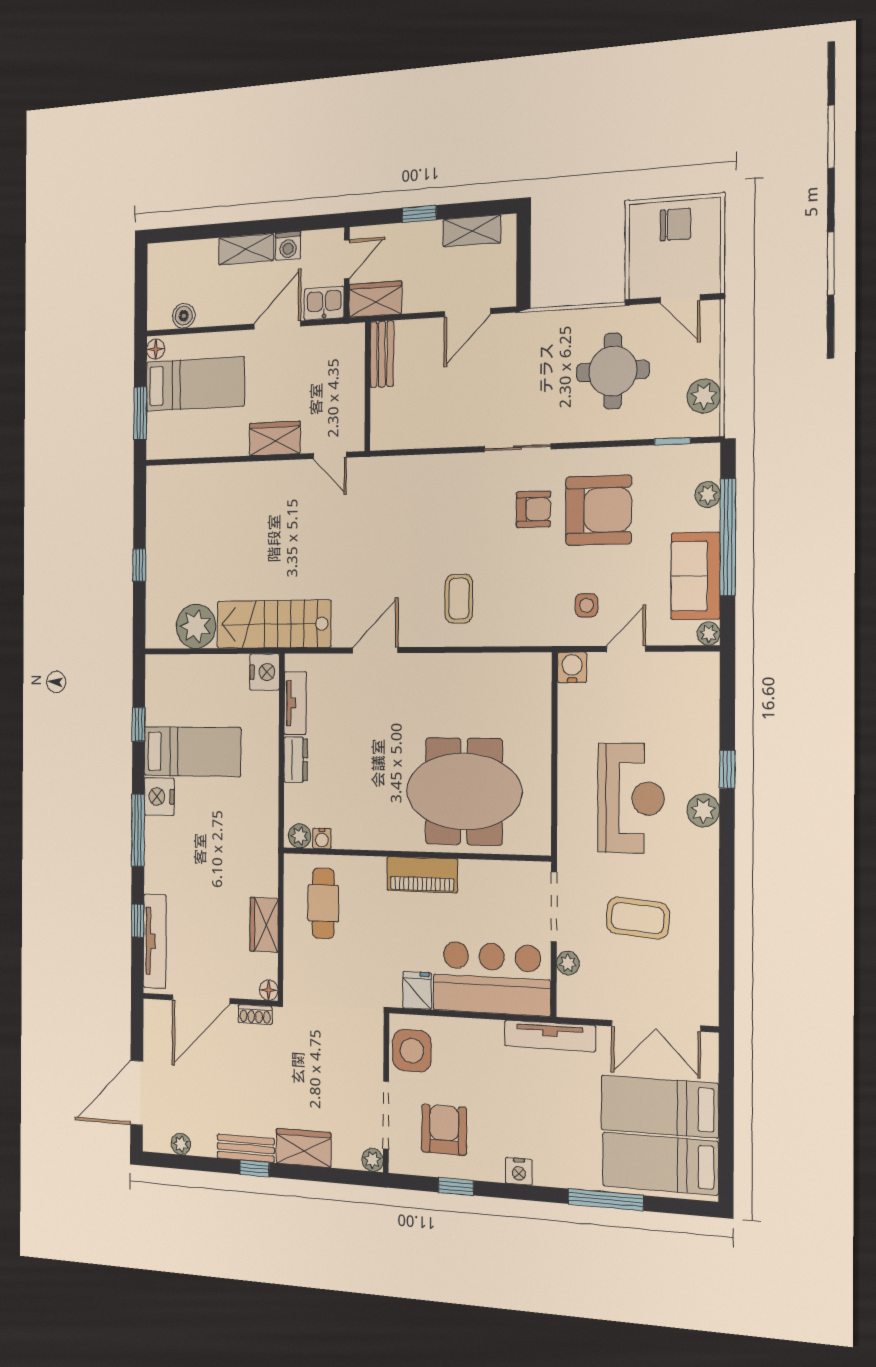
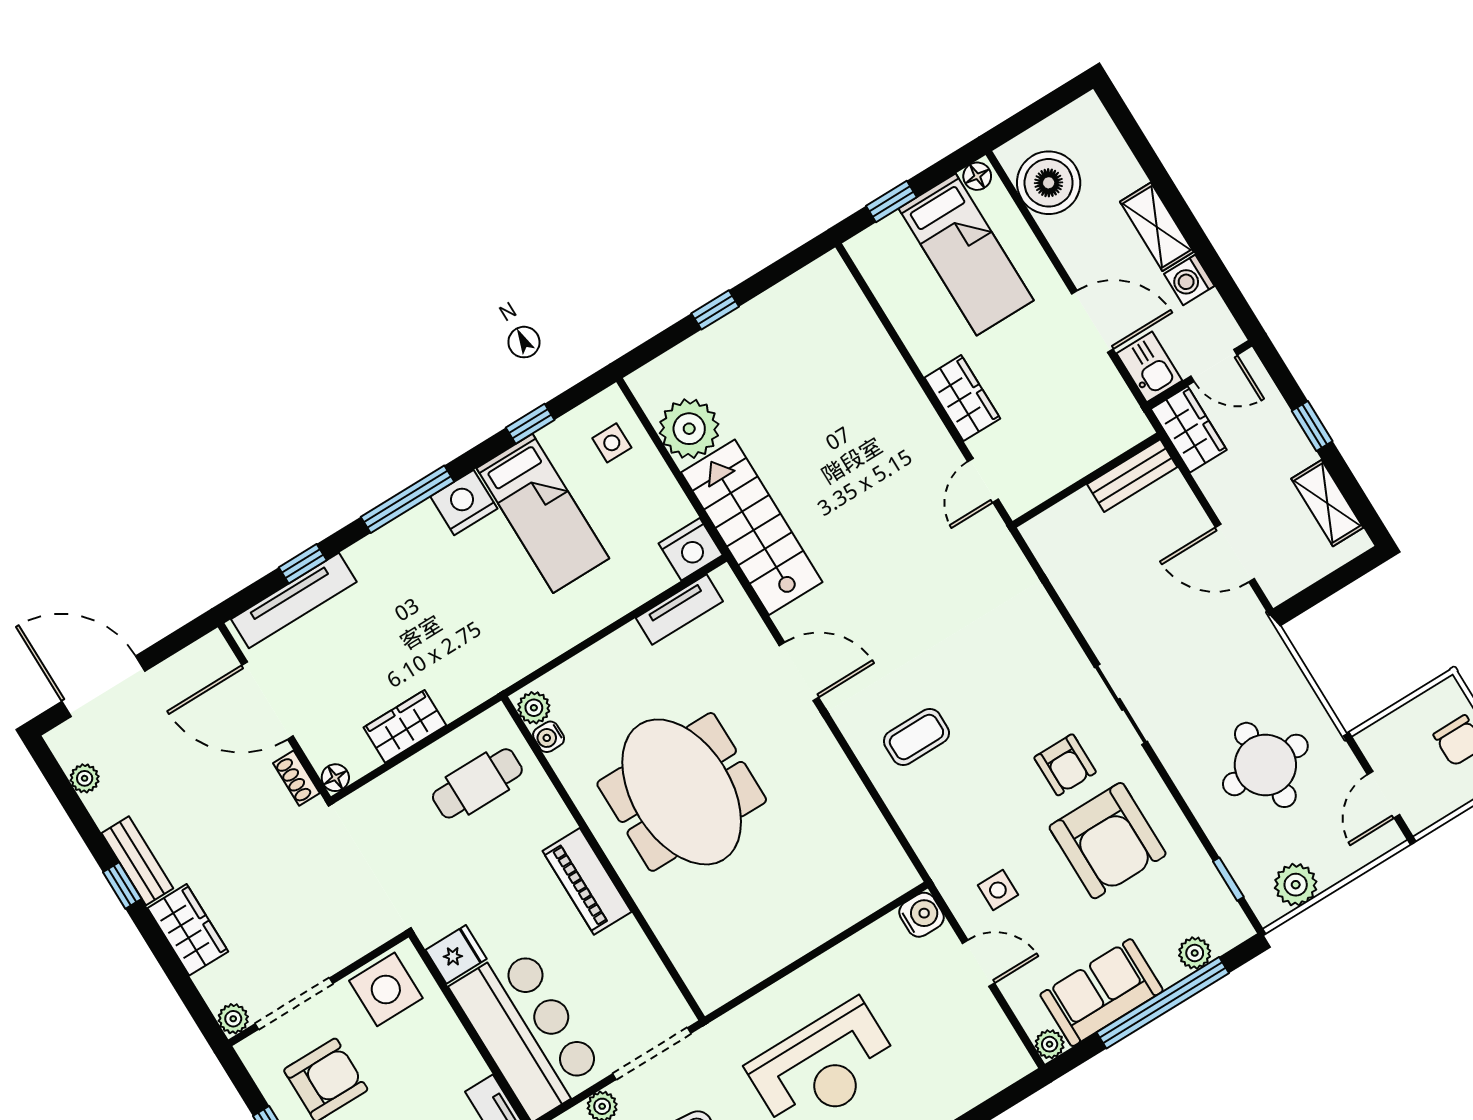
boiler: (184, 316) -> (1049, 183), width x1.86, depth x1.86
window: (140, 413) -> (891, 202), width x0.67
side table: (177, 681) -> (612, 443), added
dresser: (296, 760) -> (616, 650), removed
meeting table: (464, 791) -> (682, 792), moved

